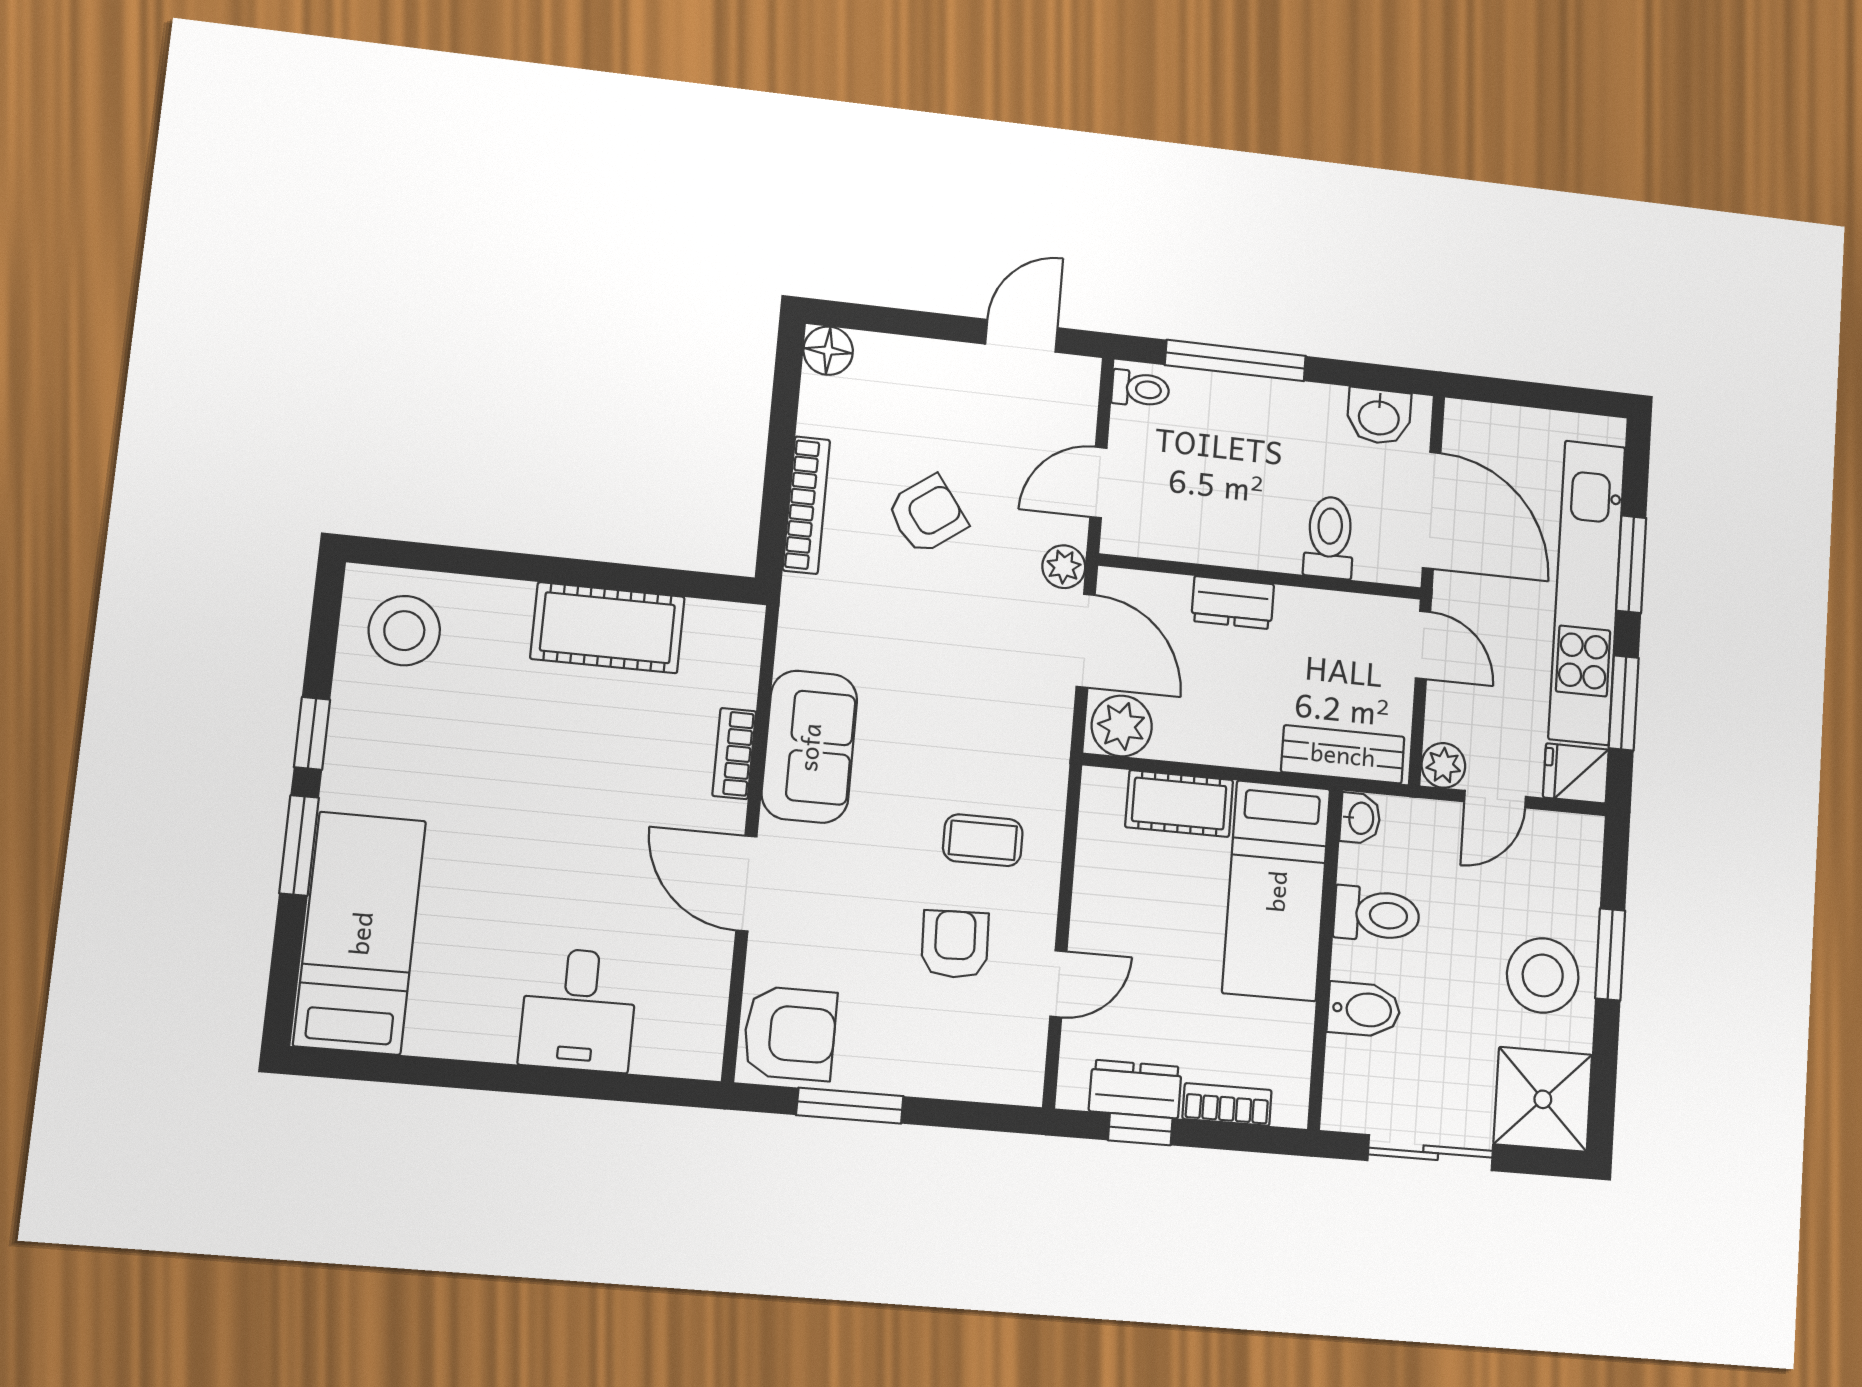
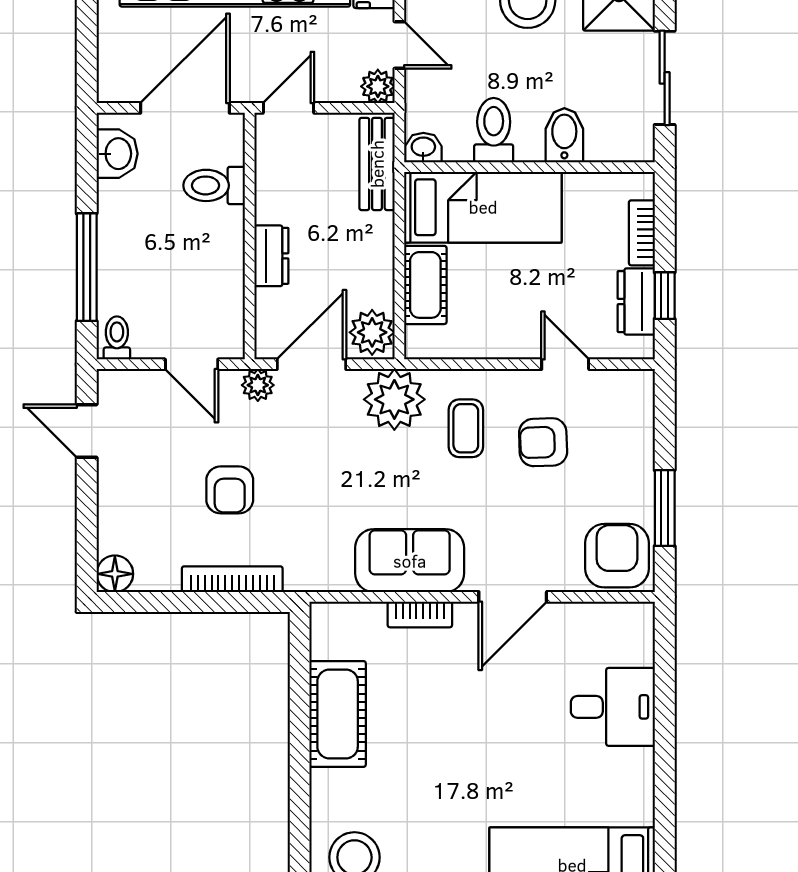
armchair: (927, 515) -> (230, 490), turned -144
plant: (1030, 747) -> (394, 399), added

